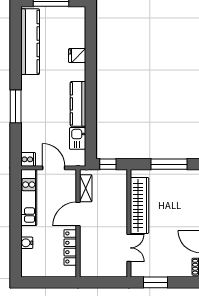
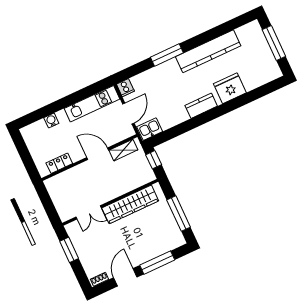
kitchen counter: (30, 42) -> (208, 51), moved
fridge: (77, 56) -> (230, 88), width x1.88, depth x1.34
kitchen counter: (78, 104) -> (201, 106), width x0.67
kitchen sink: (78, 138) -> (150, 129), moved
locker: (70, 247) -> (59, 163), width x0.66

